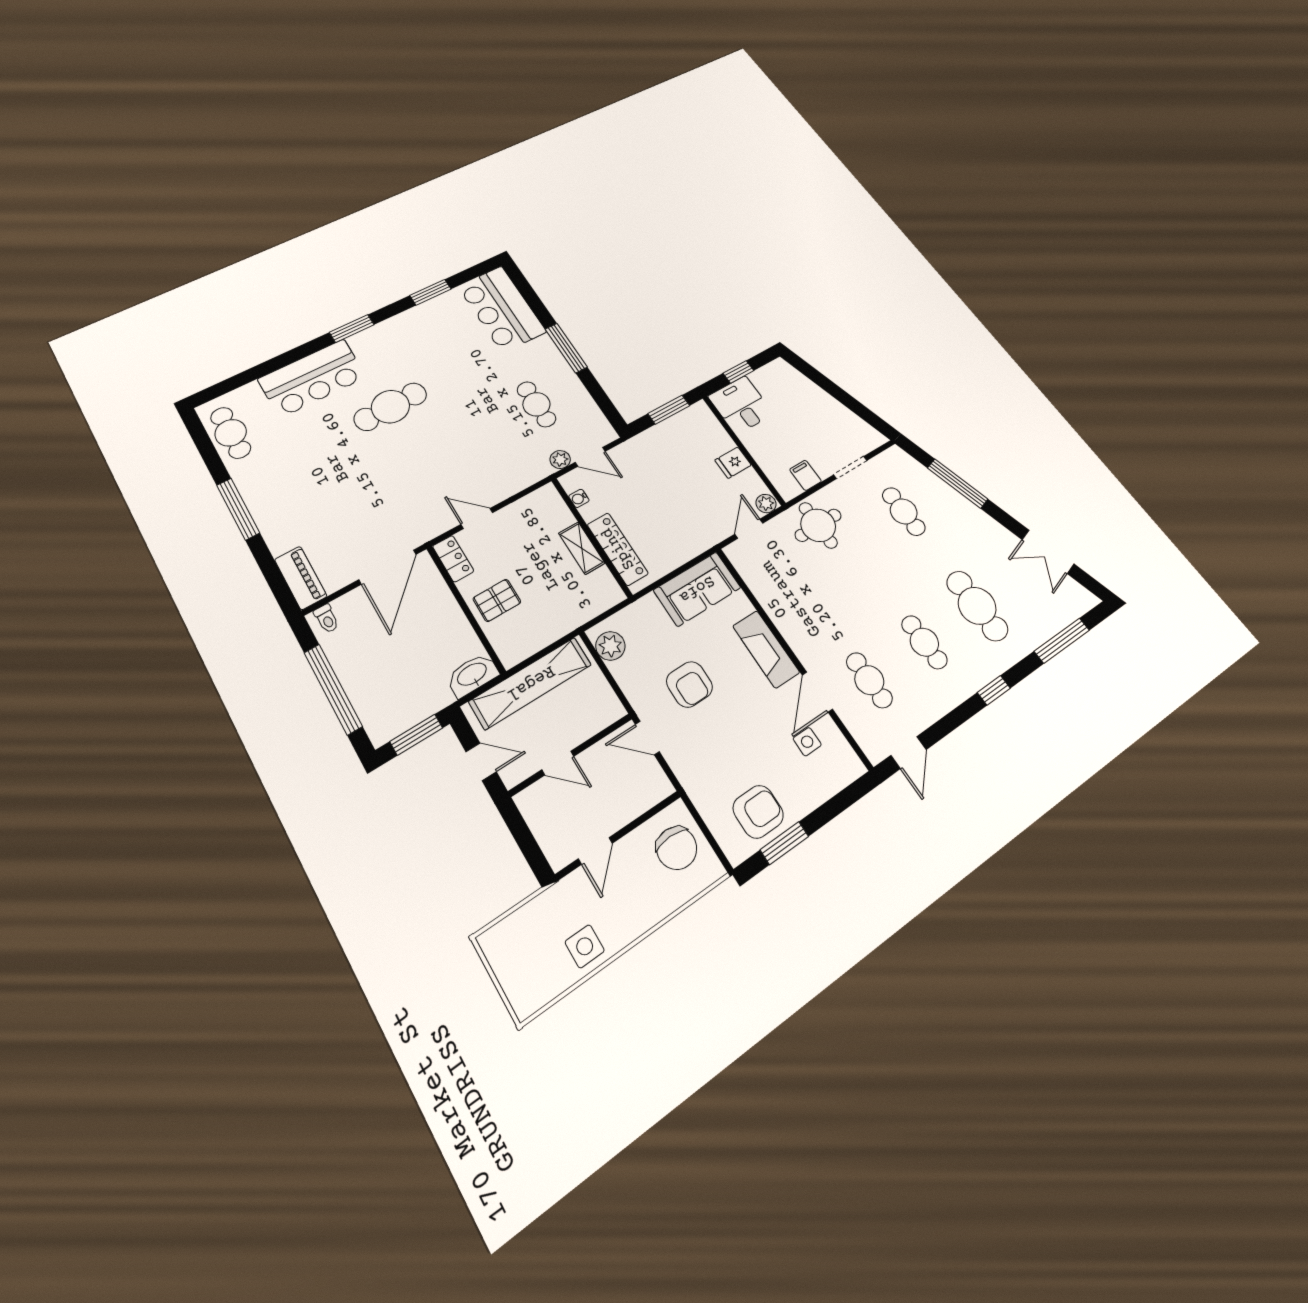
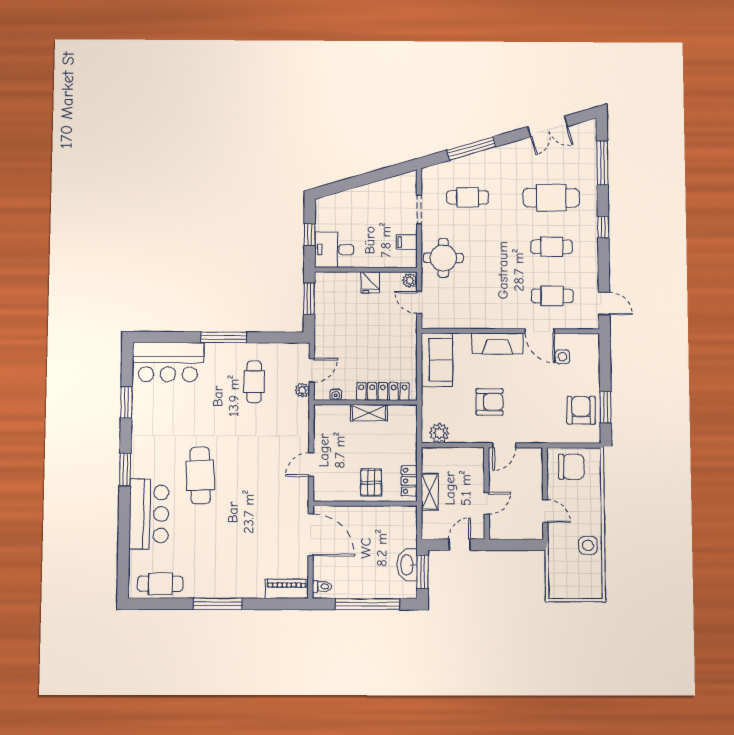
cafe table: (536, 404) -> (254, 382), turned 90
locker: (453, 559) -> (409, 481), moved, turned -90
washbasin: (472, 675) -> (407, 565), moved
shelving: (531, 683) -> (430, 492), width x0.45, depth x0.75

